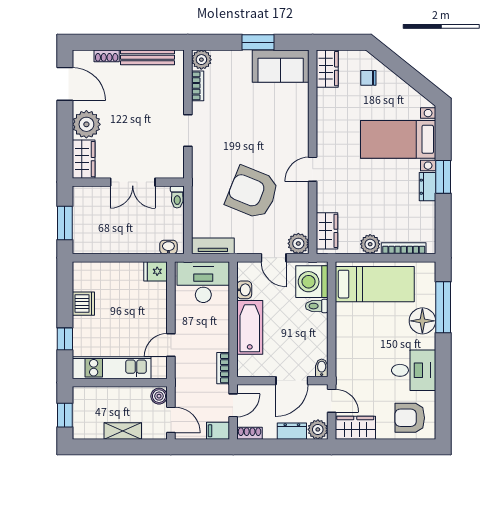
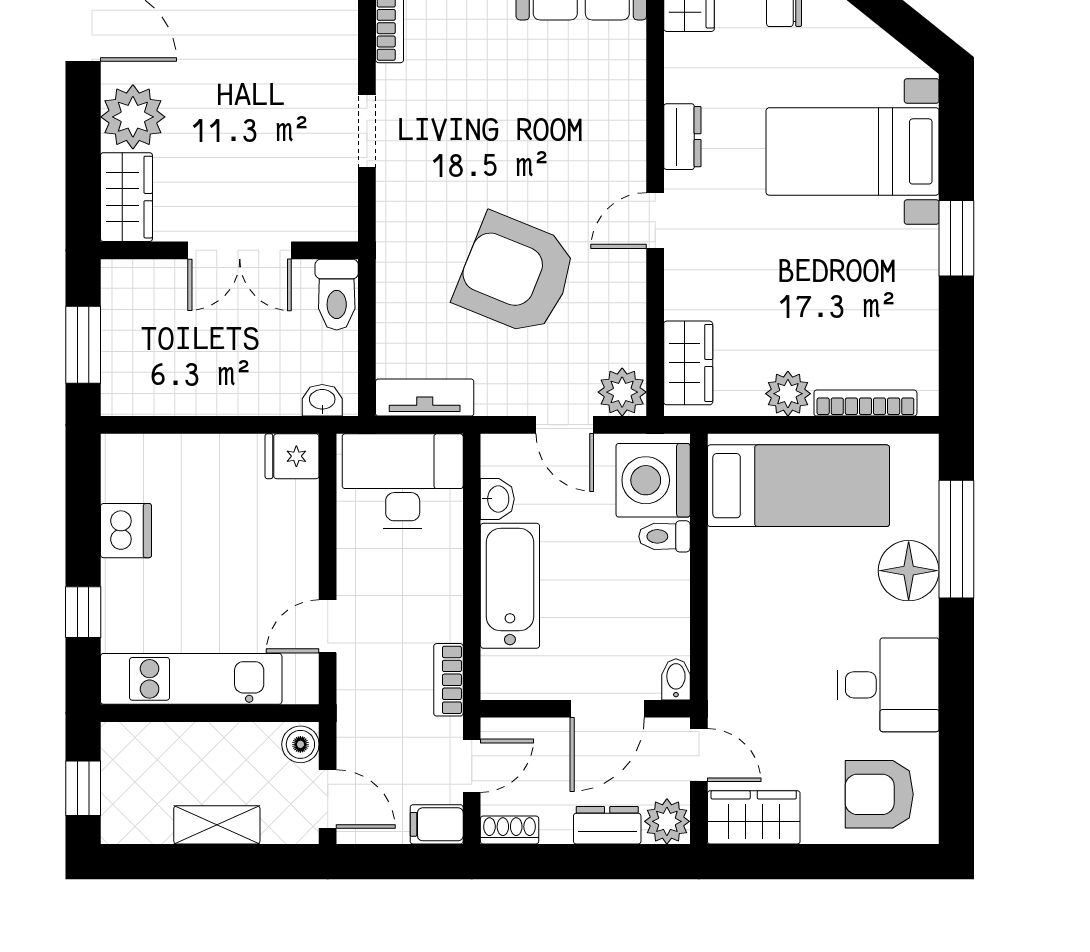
dresser: (428, 187) -> (682, 137), moved, turned 180
toilet: (177, 197) -> (337, 295), width x1.37, depth x1.39

